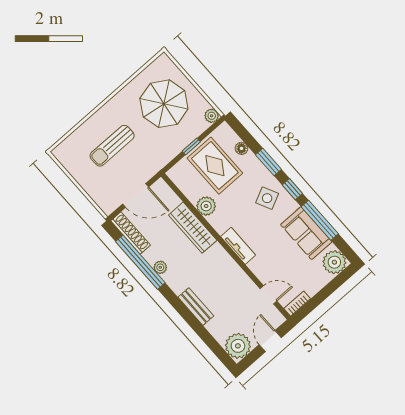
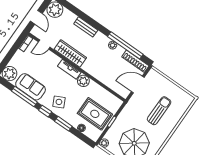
plant: (206, 206) -> (83, 81), moved
wardrobe: (193, 228) -> (70, 53), moved

